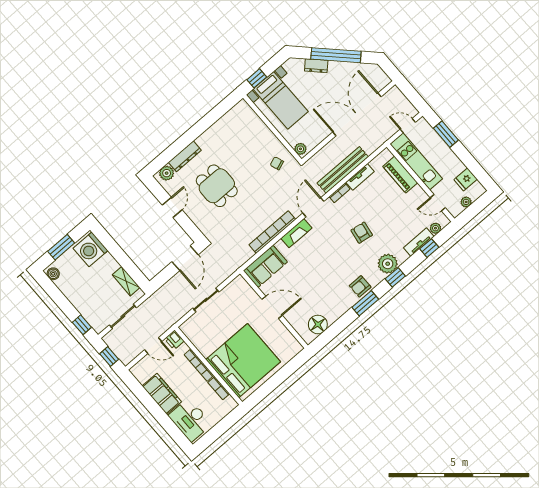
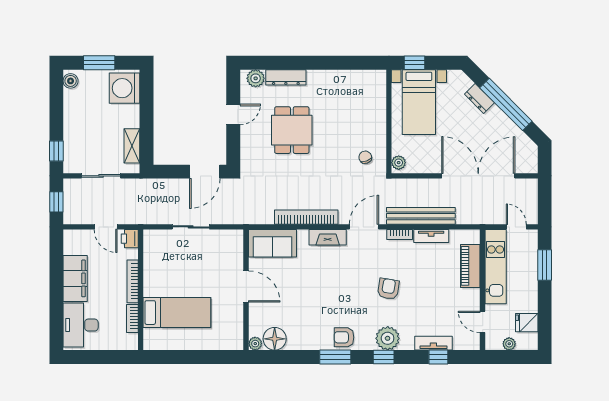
plant: (435, 228) -> (255, 344), moved
bed: (243, 361) -> (177, 313), width x0.49

